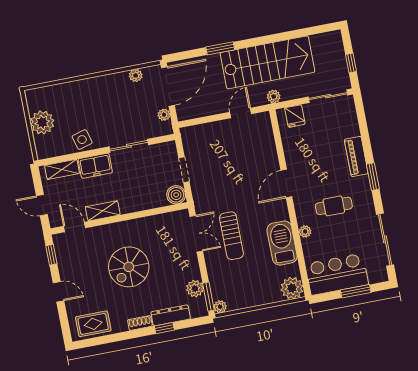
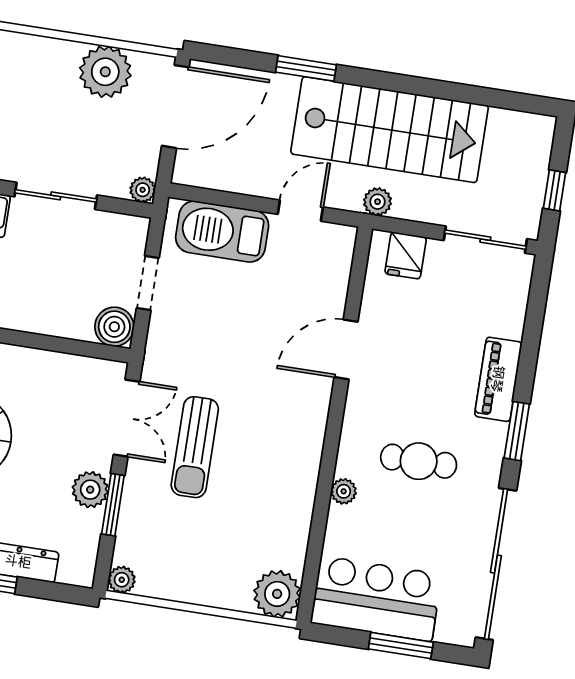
plant: (136, 75) -> (105, 72), width x1.87, depth x1.87
plant: (164, 115) -> (143, 190), moved
door: (286, 184) -> (346, 349), moved
sliding door: (385, 239) -> (496, 564), width x1.36
barbecue: (282, 243) -> (222, 231), moved, turned -90
plant: (195, 289) -> (90, 490), moved
window: (208, 297) -> (113, 505), moved

